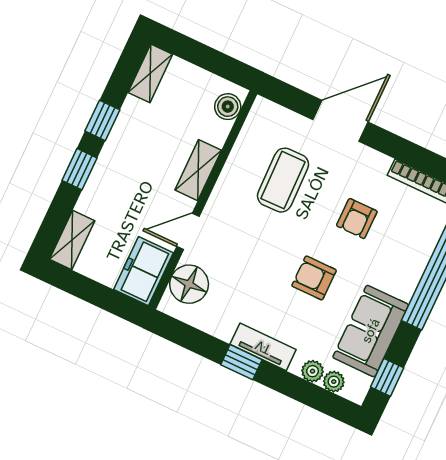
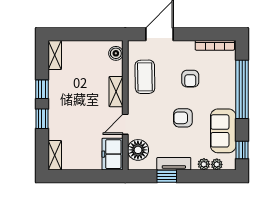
boiler: (228, 107) -> (116, 53), moved
shelving: (198, 170) -> (116, 92), moved
wall: (203, 200) -> (125, 105), moved
door: (188, 231) -> (125, 124), moved
freezer: (143, 271) -> (113, 154), moved
floor lamp: (189, 284) -> (138, 150), moved

